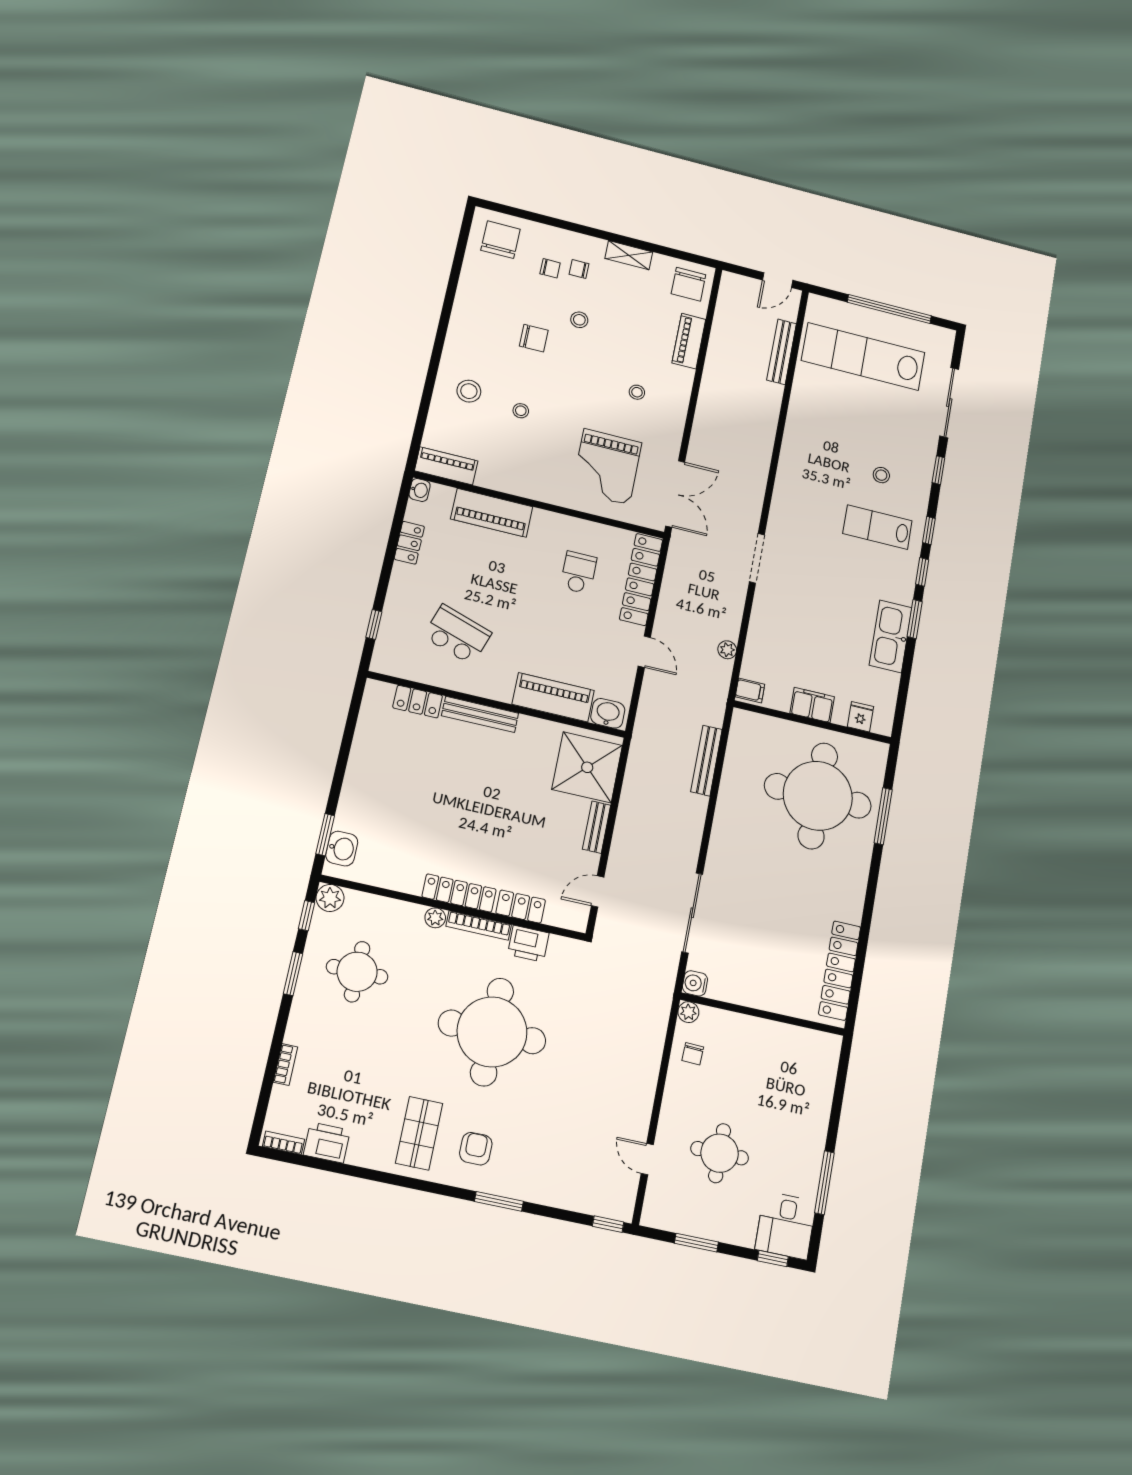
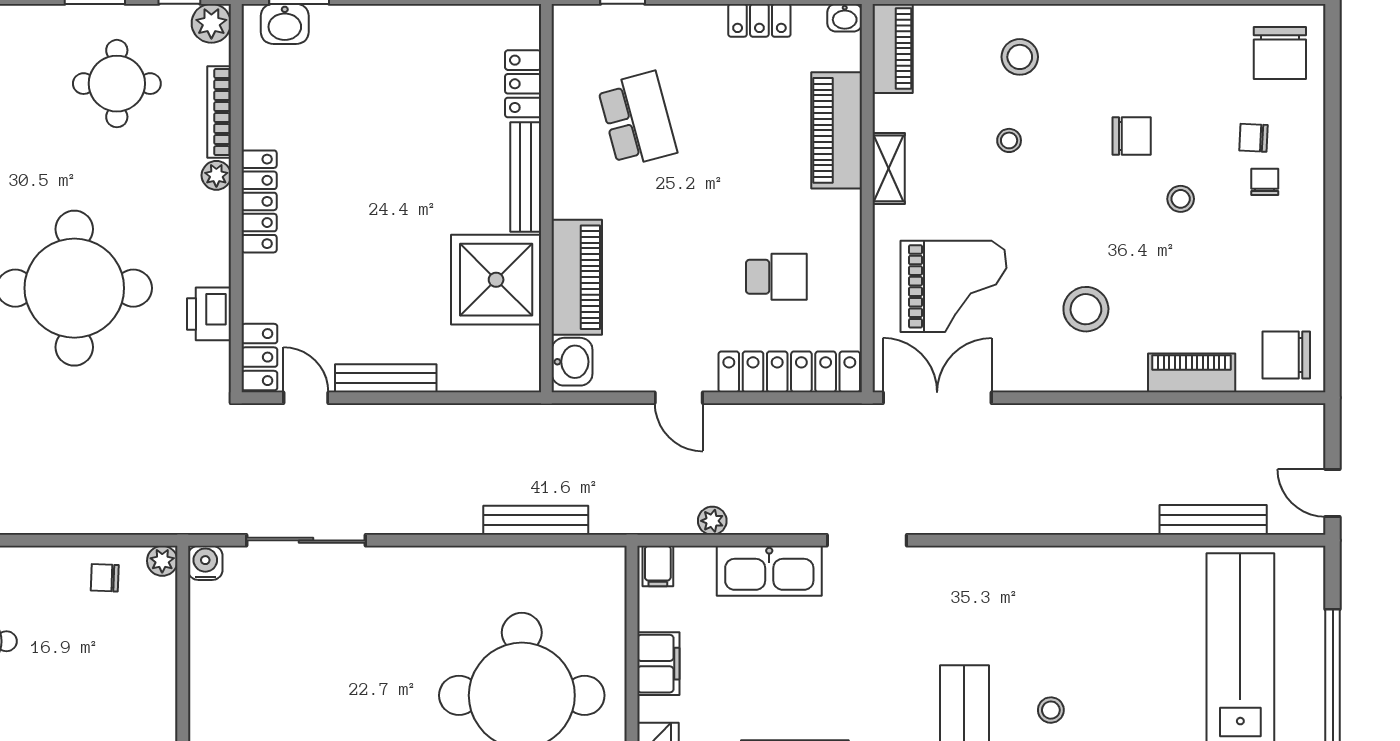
chair: (500, 240) -> (1280, 53), turned 90
shelving: (629, 255) -> (889, 168), moved
chair: (550, 268) -> (1253, 138), turned 93
chair: (534, 338) -> (1132, 136), turned -90
stool: (637, 392) -> (1086, 309), width x1.89, depth x1.89
grand piano: (607, 467) -> (954, 286), turned 180
double door: (675, 494) -> (937, 398), swing flipped
kitchen sink: (765, 622) -> (769, 571), added
school desk: (457, 635) -> (637, 119), turned -33
door: (644, 652) -> (679, 398), hinge flipped
shower: (587, 767) -> (496, 280), moved
bench: (597, 827) -> (386, 378), width x1.36
locker: (521, 907) -> (259, 357), moved
bookcase: (479, 926) -> (219, 112), moved

